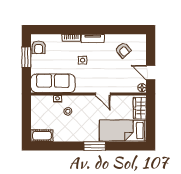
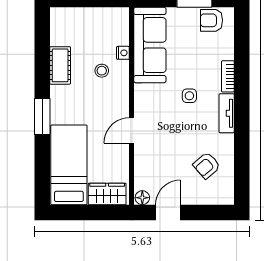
cot: (42, 136) -> (60, 65), moved

